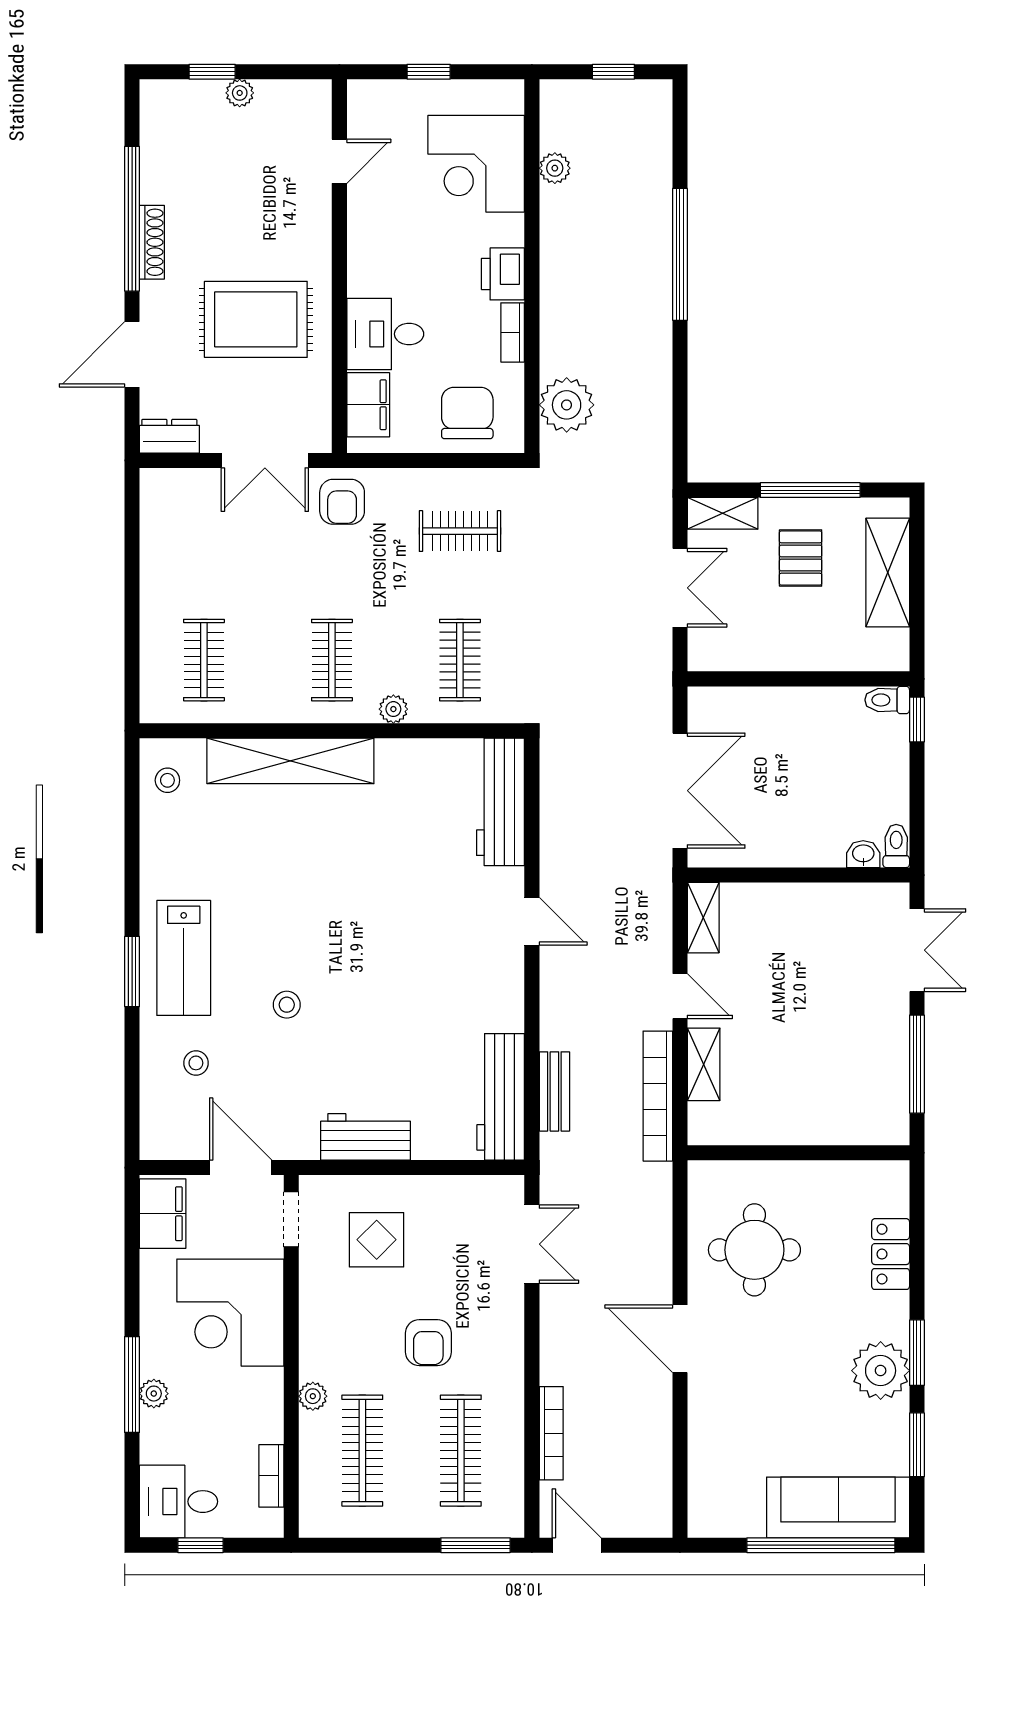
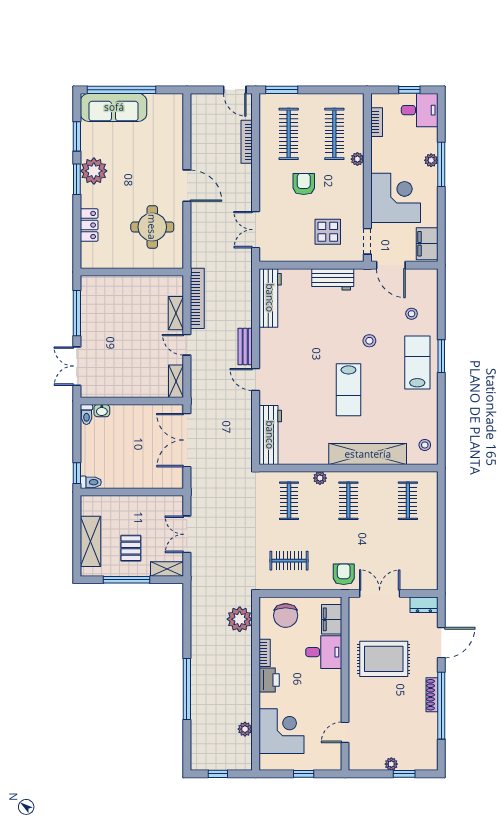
lab bench: (332, 899) -> (348, 390), added
bench: (554, 1091) -> (245, 347), moved

